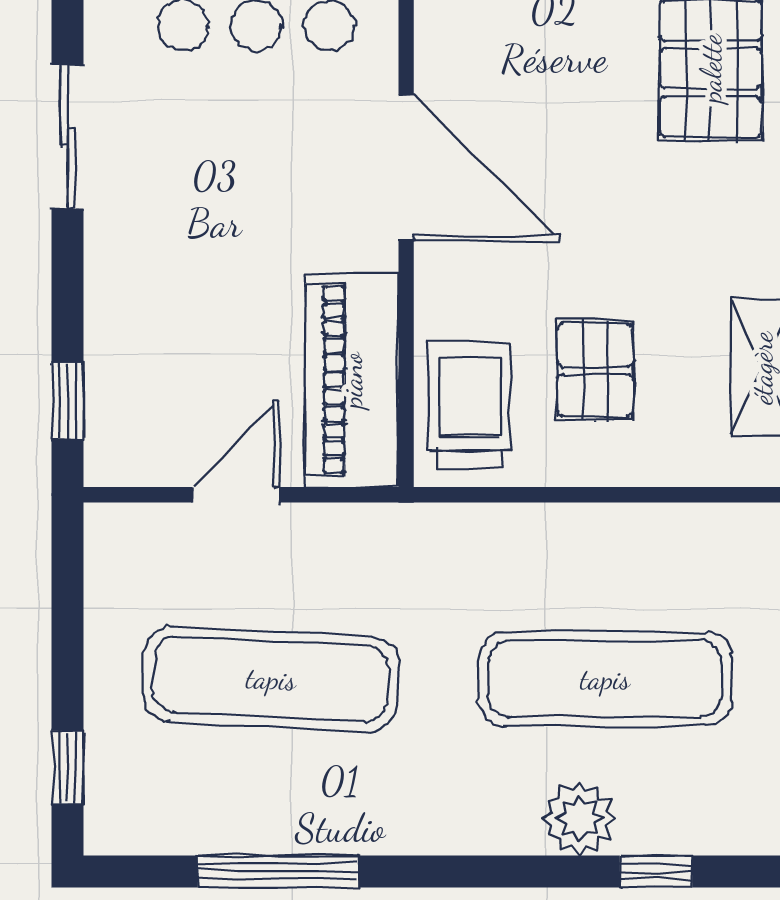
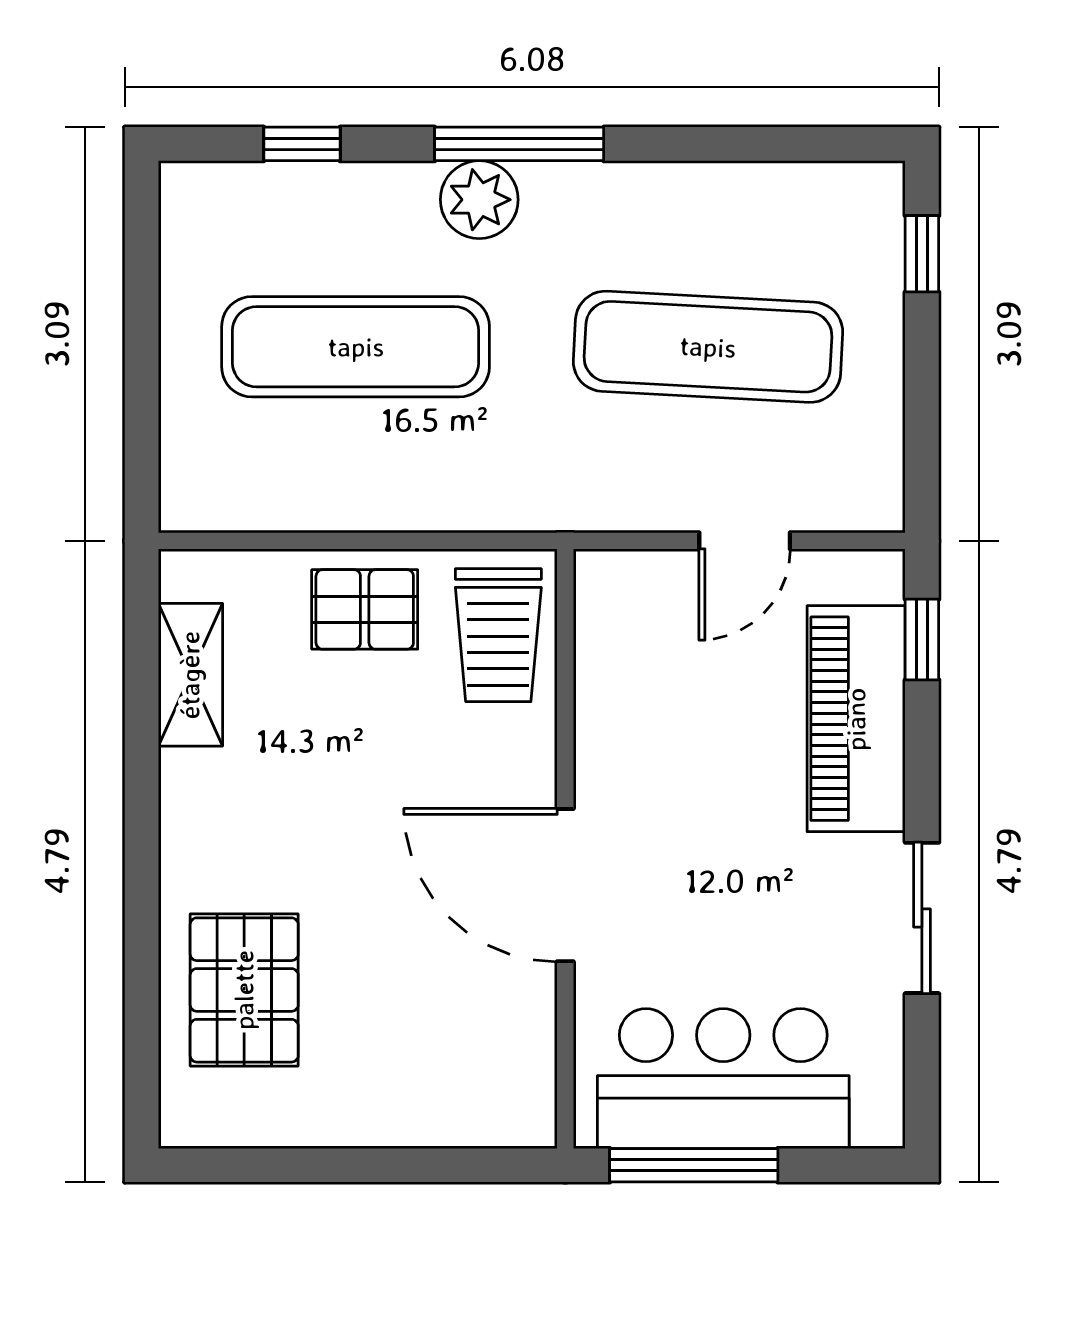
pallet: (595, 370) -> (365, 609), moved, turned 90
piano: (352, 380) -> (856, 719), moved, turned 180
plant: (579, 819) -> (479, 200), moved
window: (278, 871) -> (519, 144), moved

